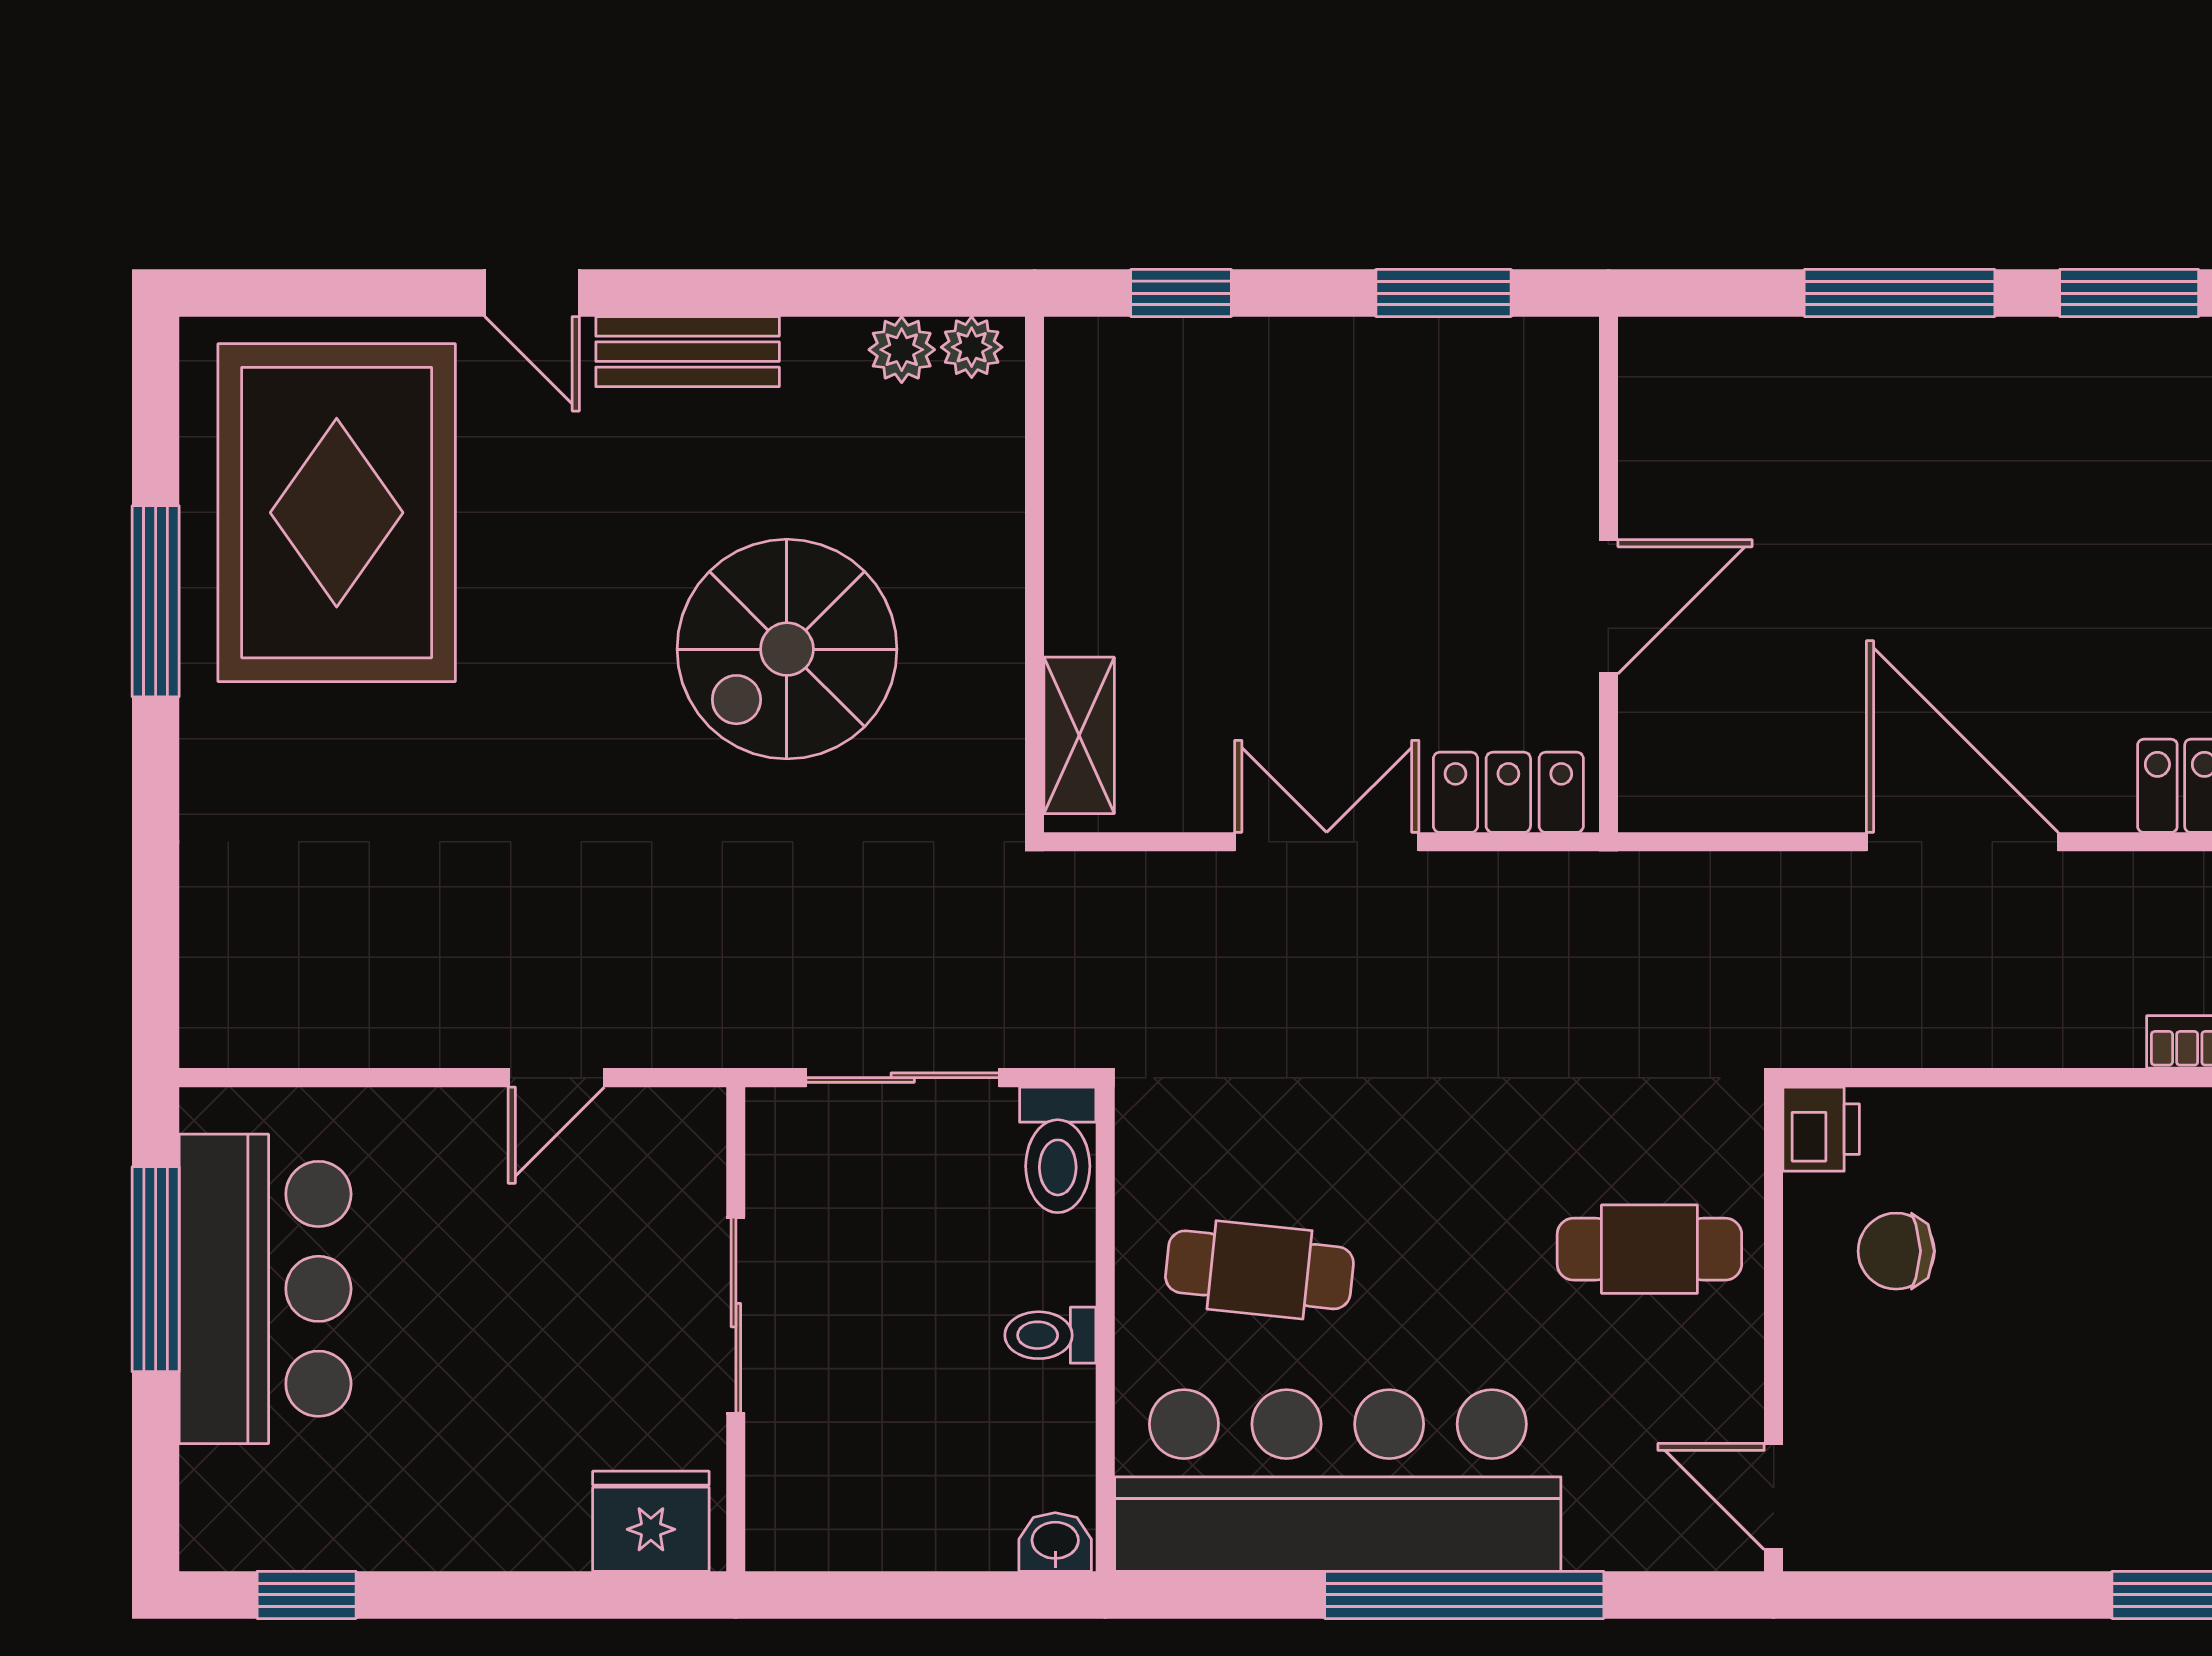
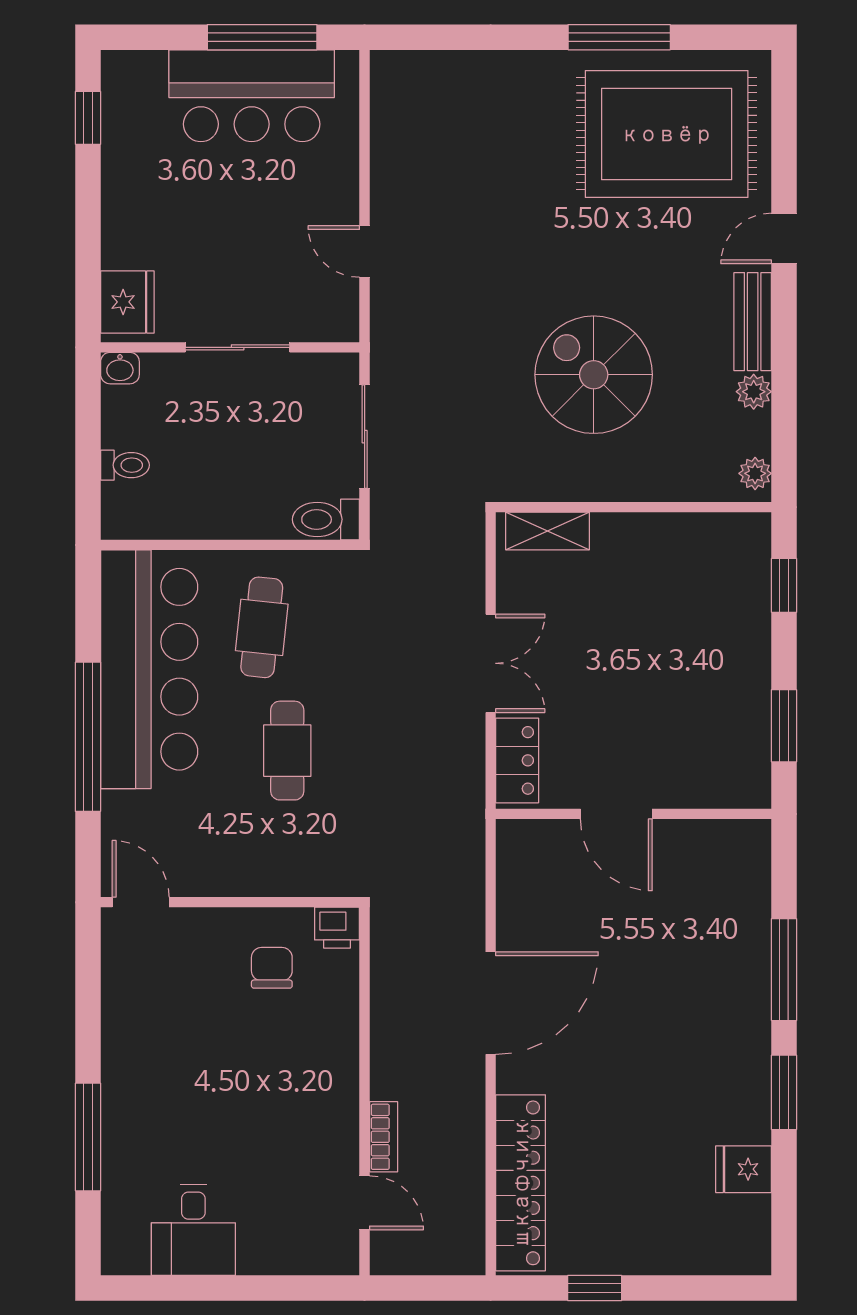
plant: (902, 350) -> (754, 392), moved
cafe table: (1649, 1249) -> (287, 751), moved
toilet: (1050, 1335) -> (125, 465), moved, turned 90
door: (1774, 1496) -> (141, 902), hinge flipped
washbasin: (1055, 1542) -> (120, 368), moved, turned 90

